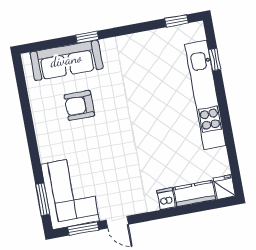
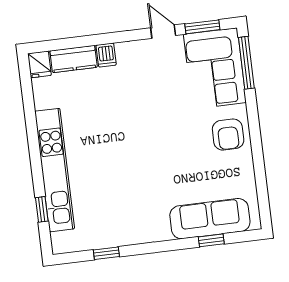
window: (176, 21) -> (106, 253), moved
window: (87, 37) -> (211, 240), moved
armchair: (79, 105) -> (228, 135), moved, turned 90
window: (43, 199) -> (246, 63), width x1.44

